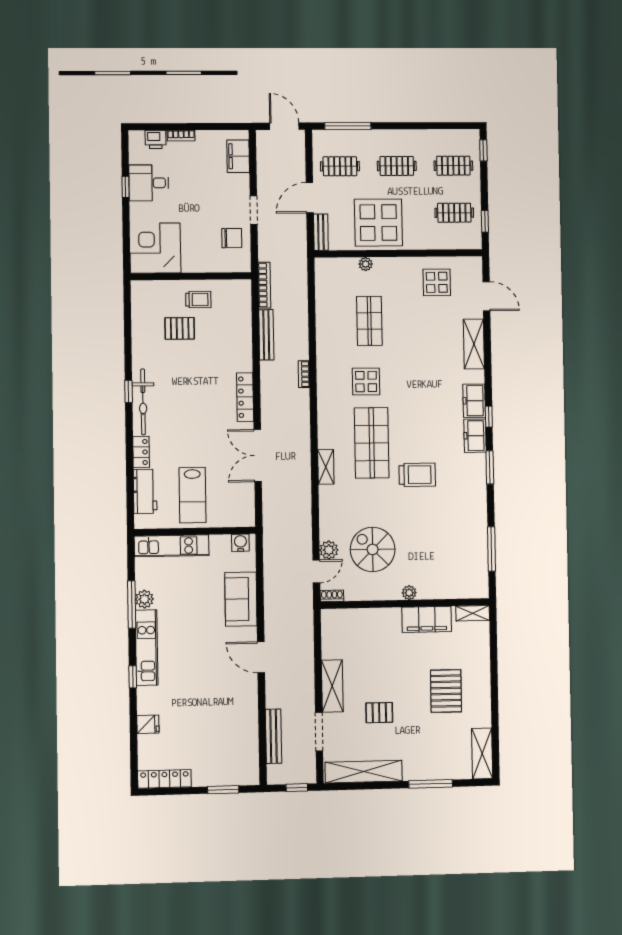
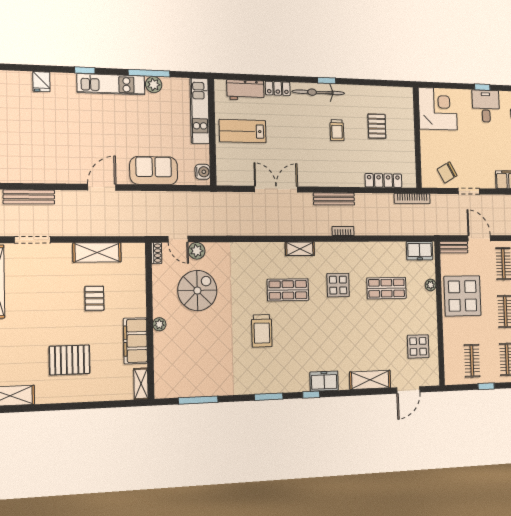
window: (485, 221) -> (486, 386), moved
chair: (232, 238) -> (447, 172), turned 61
trolley: (198, 300) -> (337, 130), moved
bench: (266, 335) -> (334, 199), moved
locker: (245, 397) -> (383, 181), moved
freezer: (475, 436) -> (420, 251), moved, turned 180
shop shelf: (372, 443) -> (288, 290), width x0.70, depth x0.74
shelving: (326, 467) -> (300, 249), moved
shelving: (332, 686) -> (97, 252), moved
pallet: (379, 713) -> (94, 298), moved

